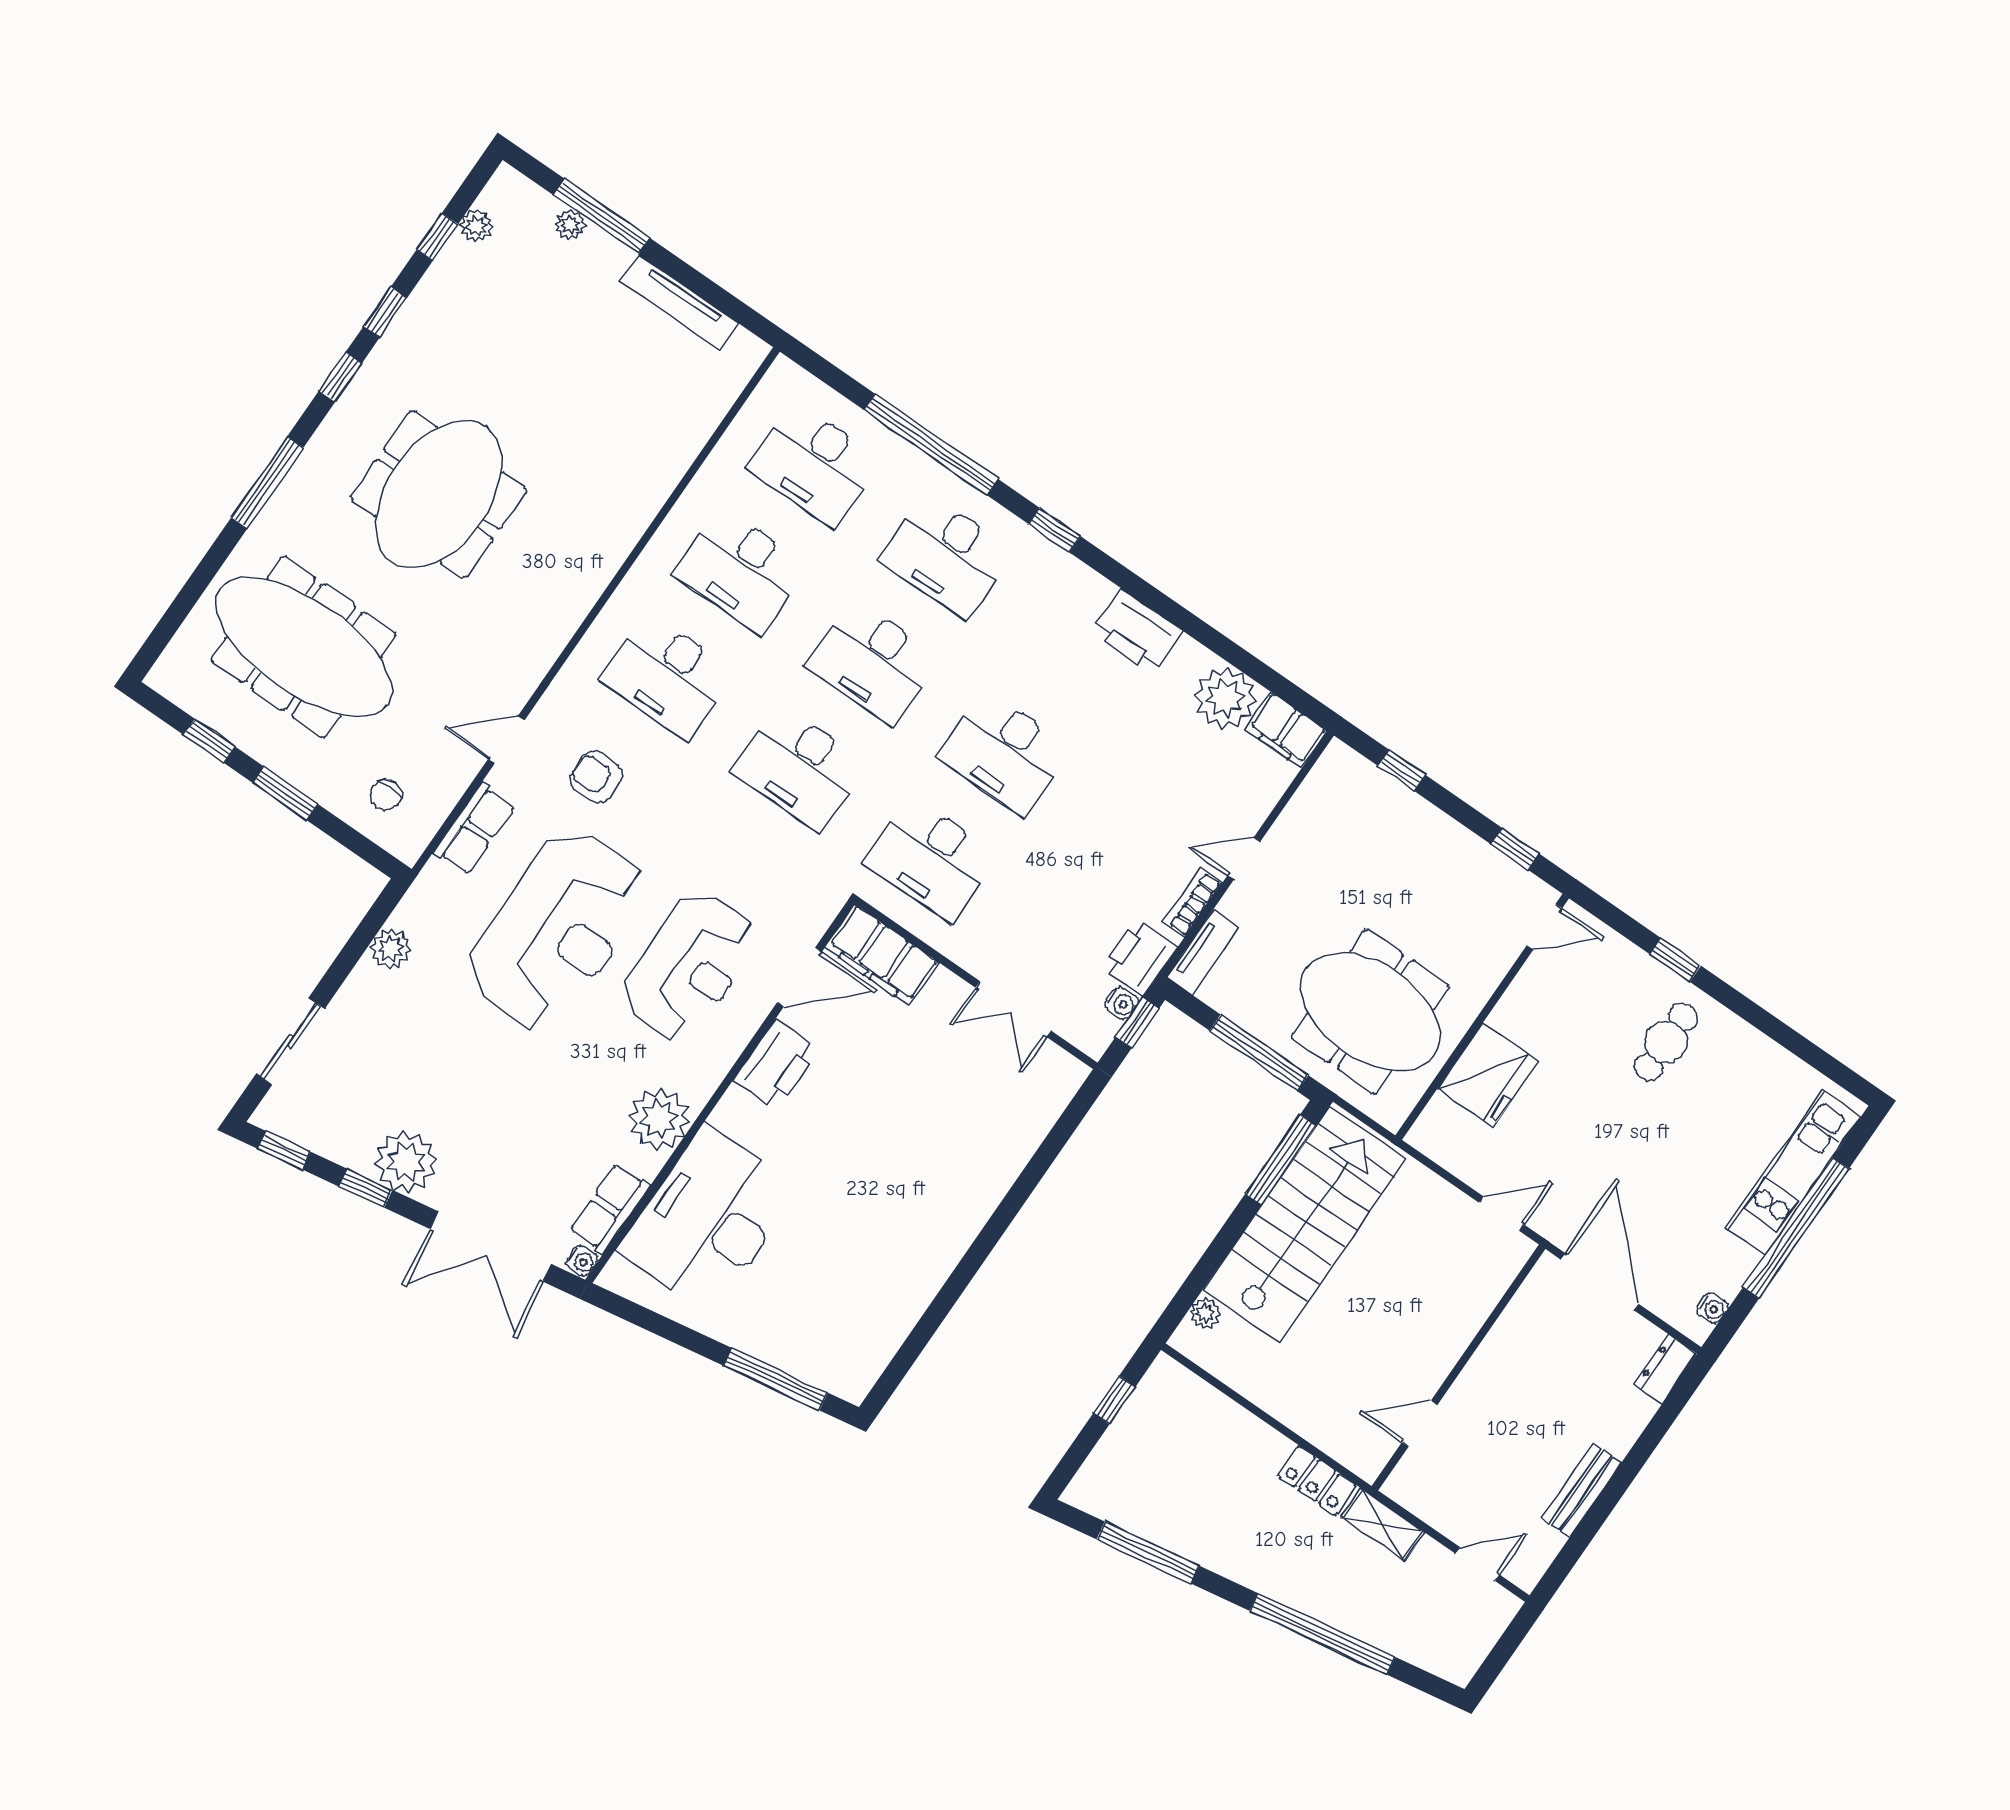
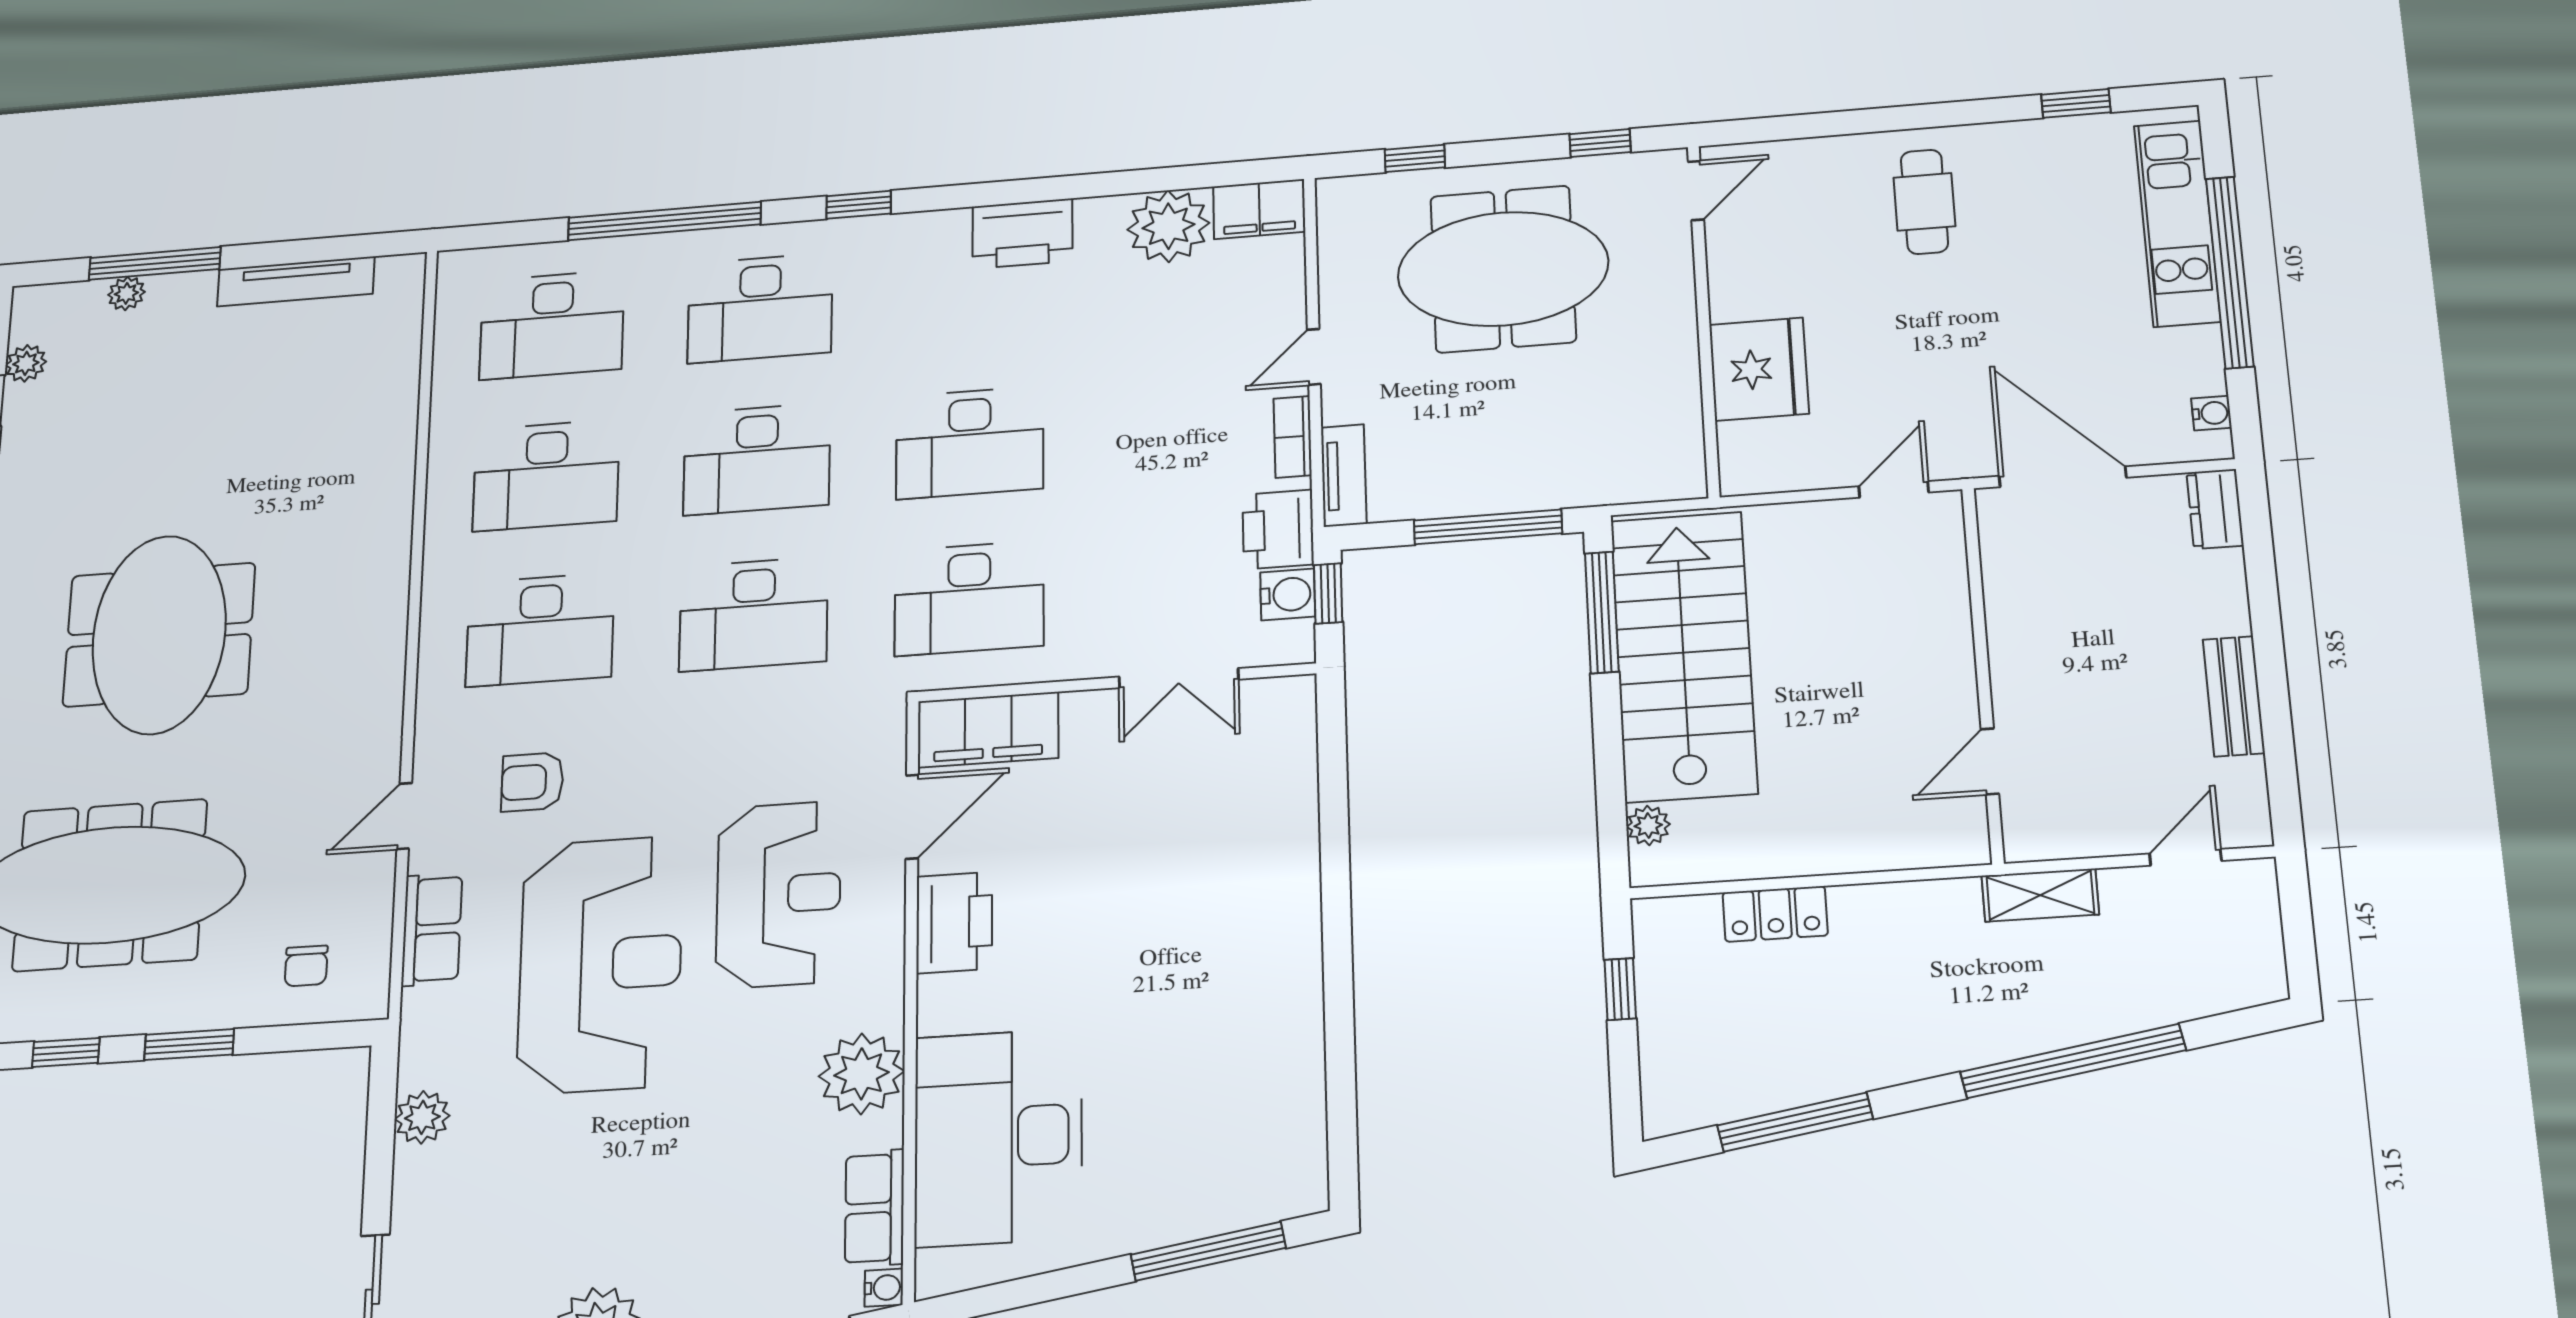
window: (1675, 960) -> (2076, 103), moved
water cooler: (1122, 1003) -> (1288, 595), width x1.38, depth x1.38
meeting table: (1370, 1012) -> (1503, 269), moved
locker: (1317, 1481) -> (1775, 914), moved

